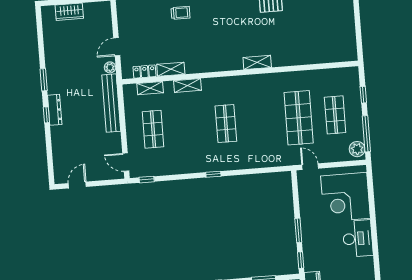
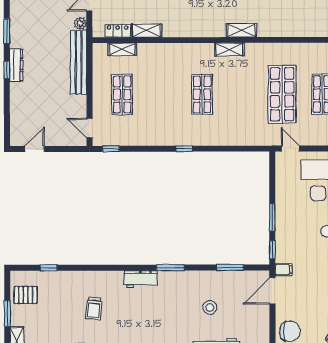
shelving: (187, 85) -> (229, 49), moved

